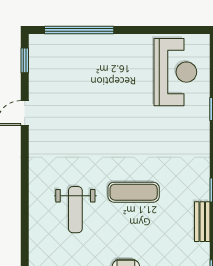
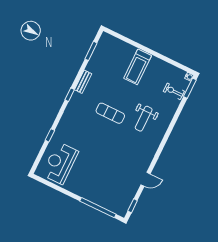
weight bench: (75, 210) -> (144, 119), turned 180

